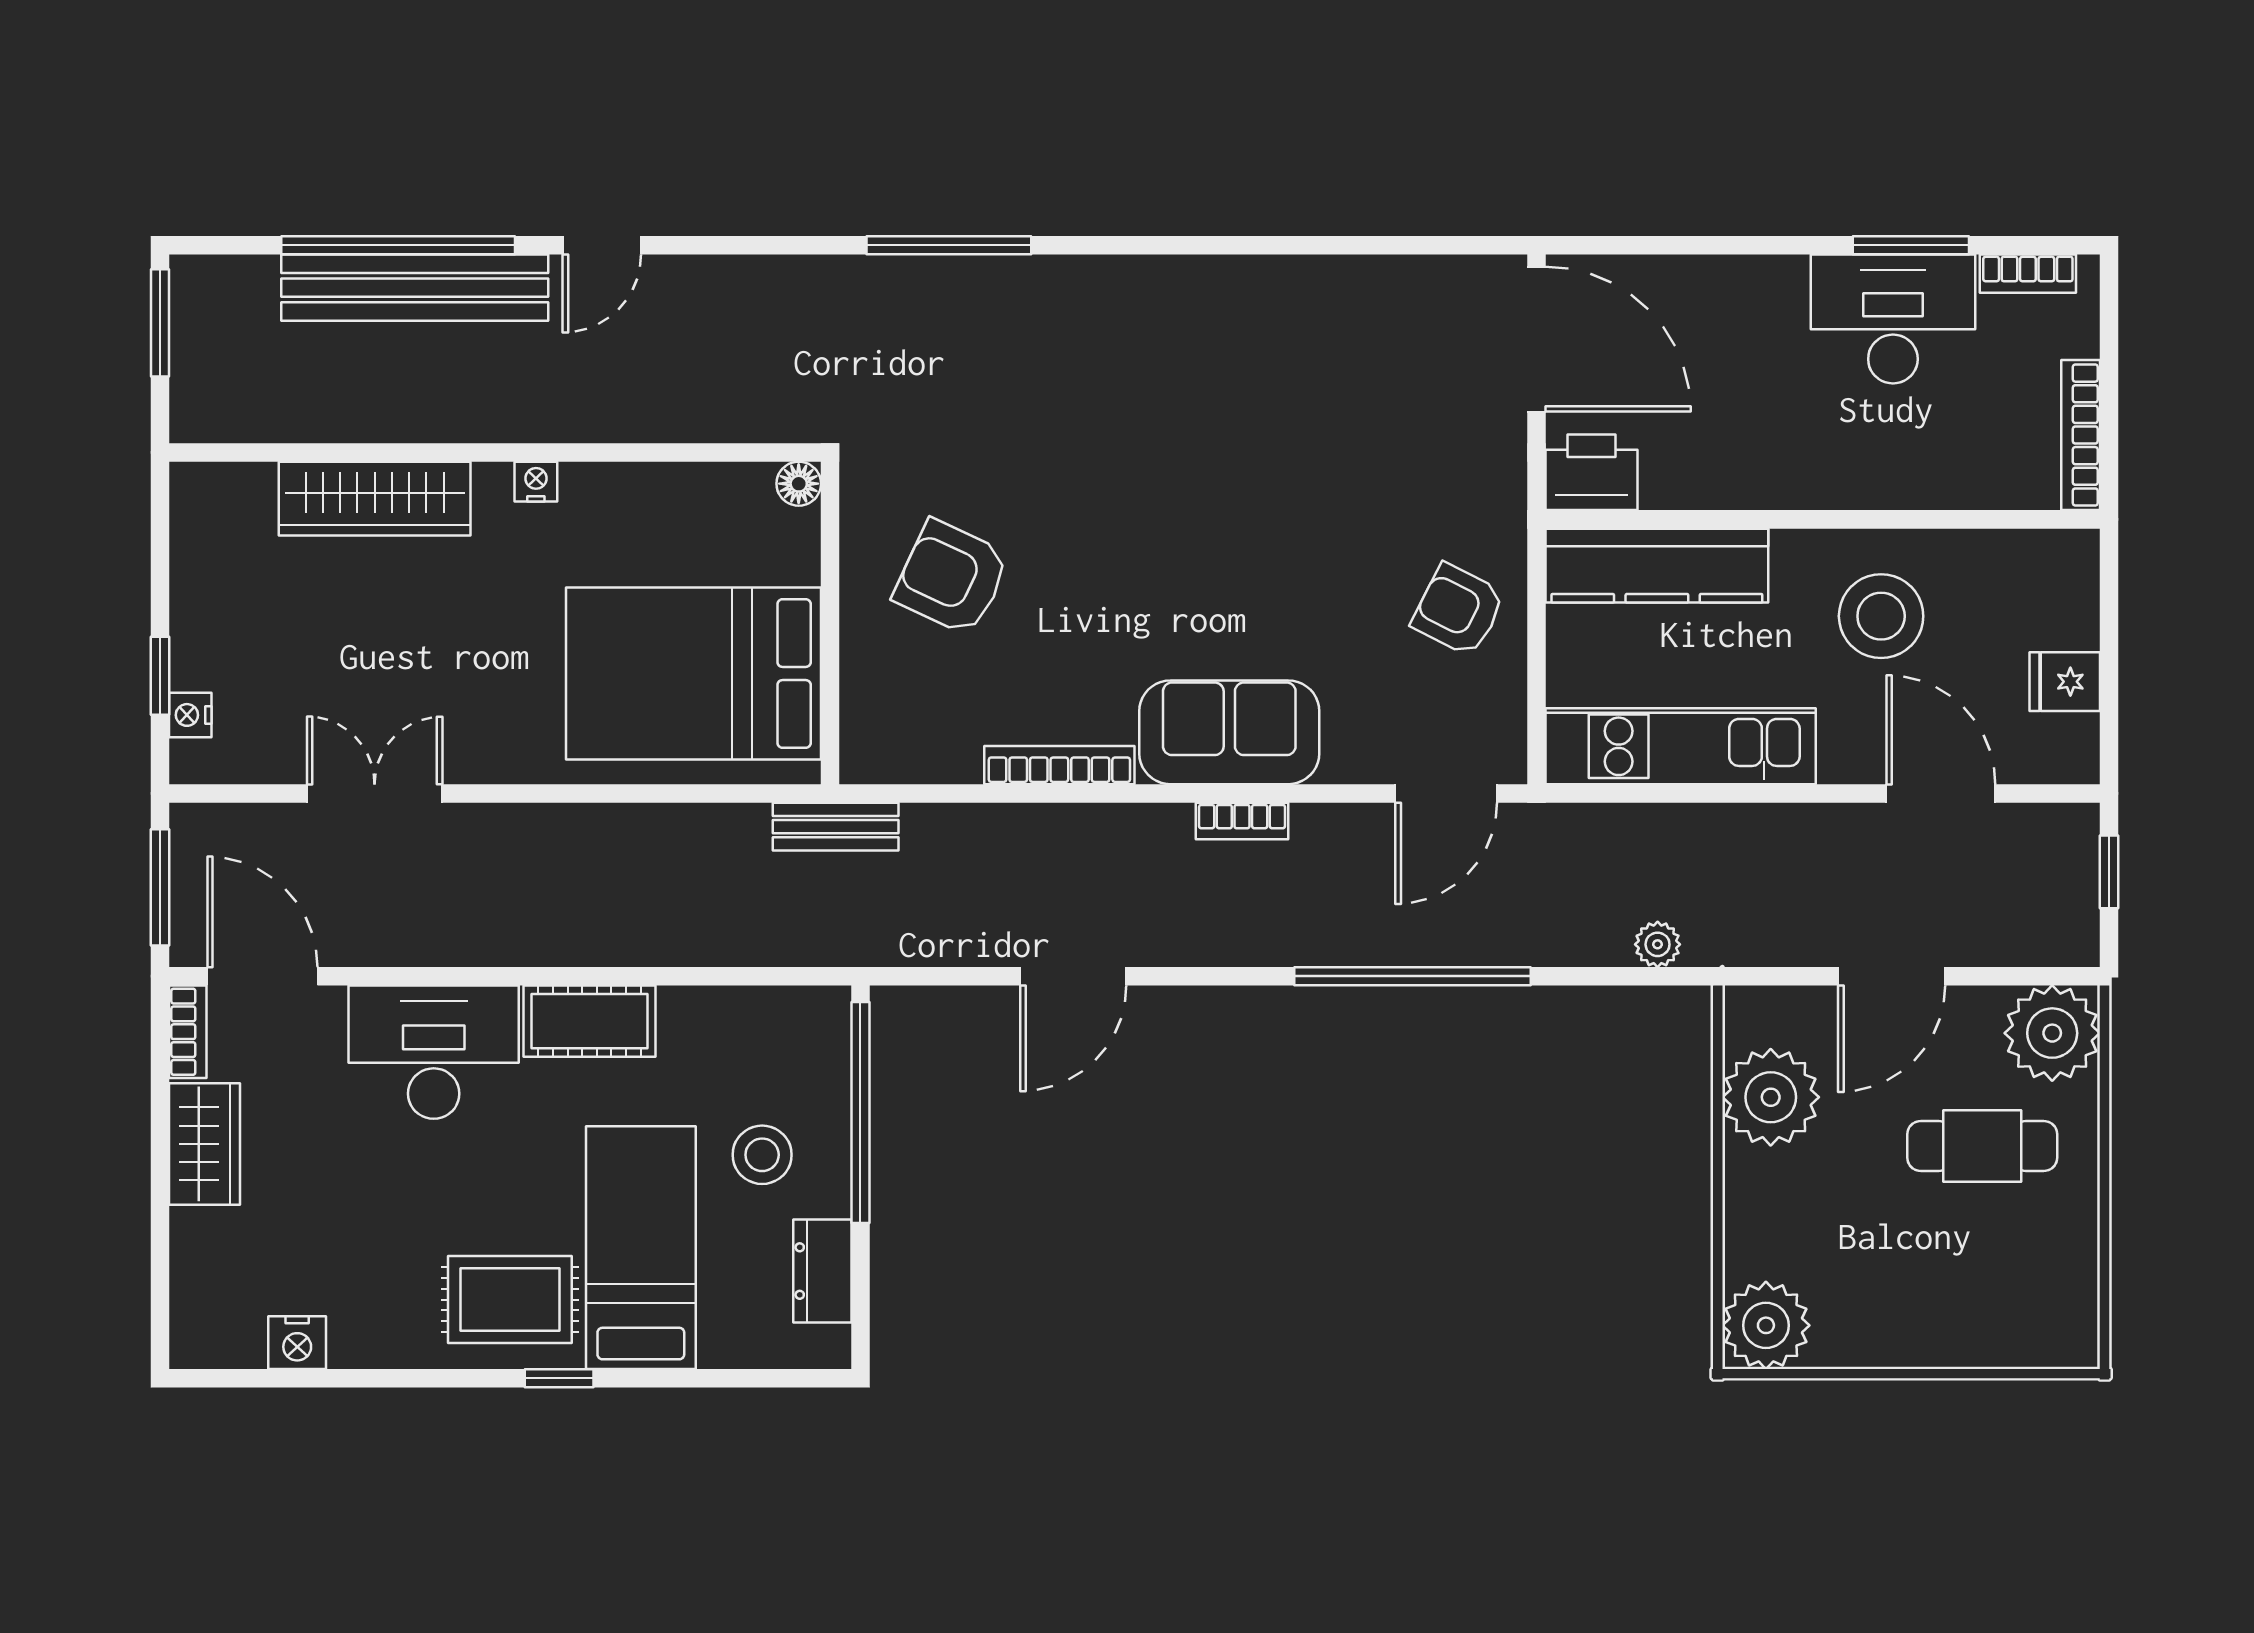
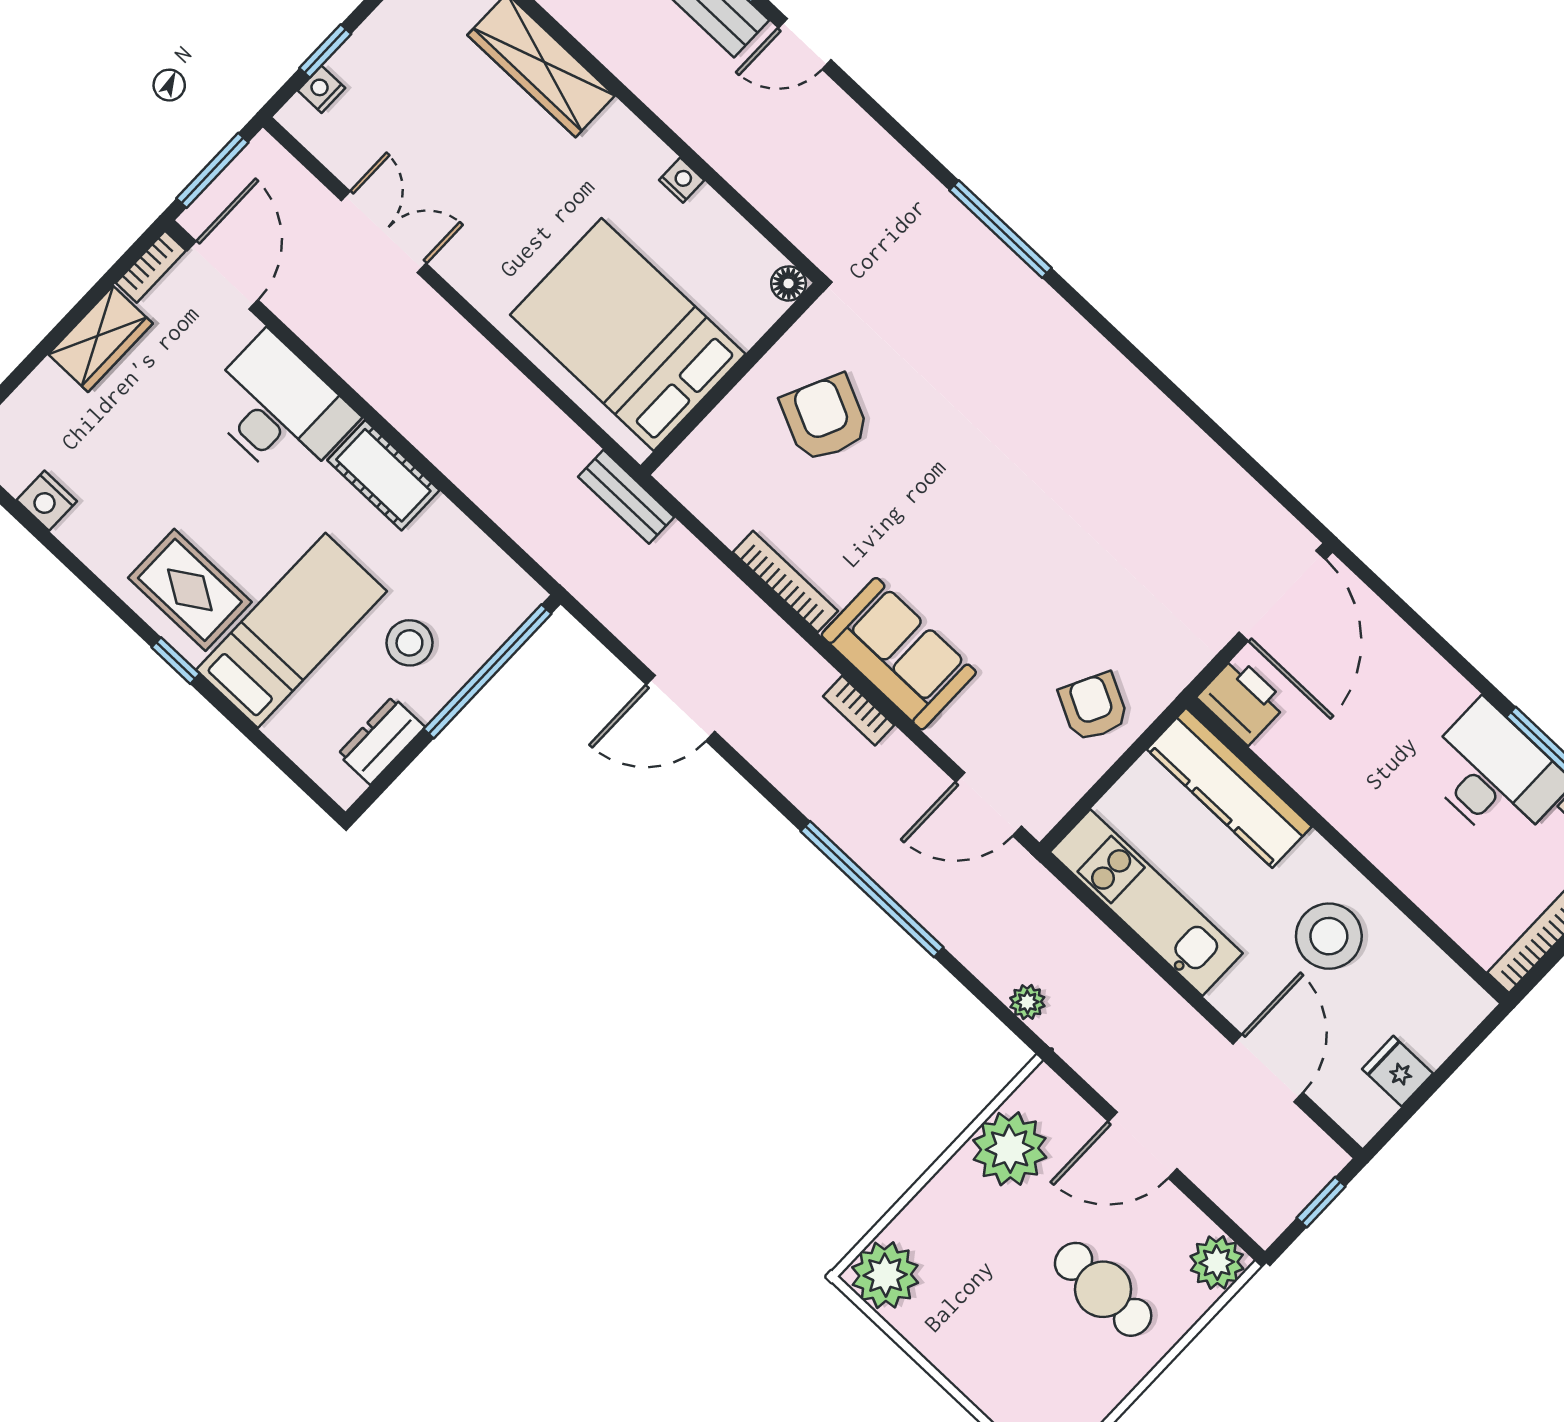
nightstand: (536, 482) -> (682, 180), moved
plant: (2052, 1033) -> (1217, 1262), width x0.73, depth x0.73

